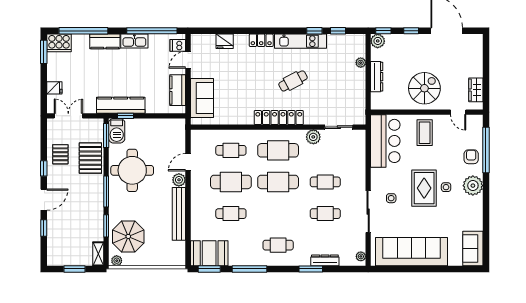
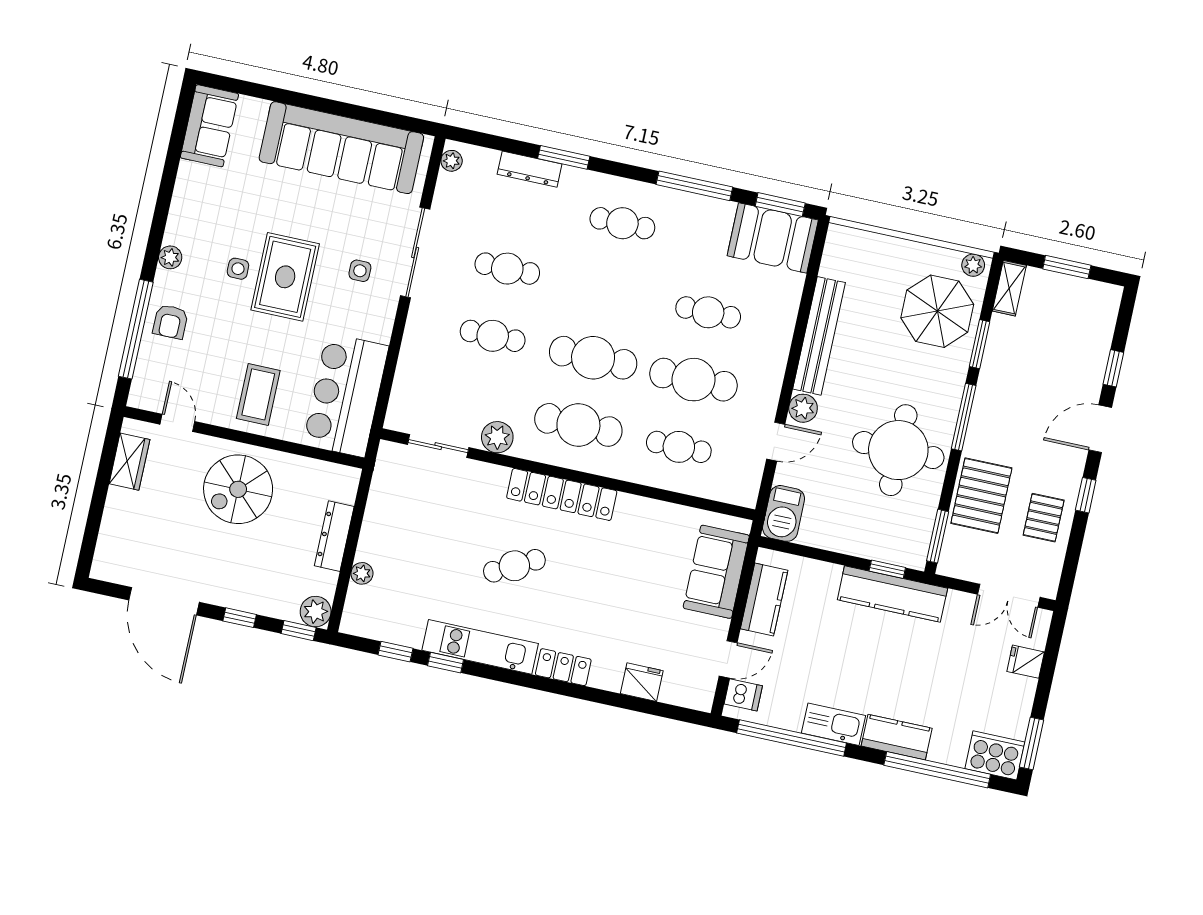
barbecue: (117, 131) -> (784, 513), moved, turned 180
plant: (473, 186) -> (170, 257), width x0.53, depth x0.53

